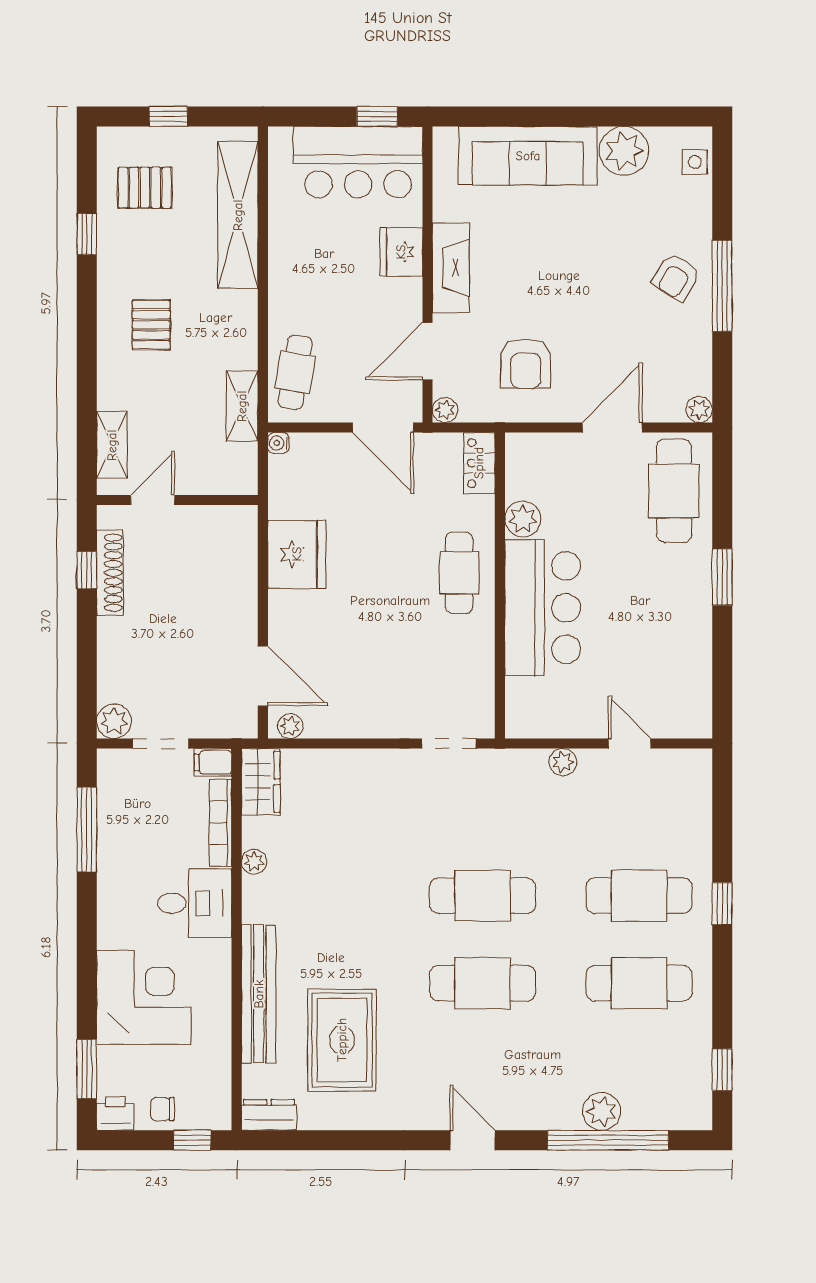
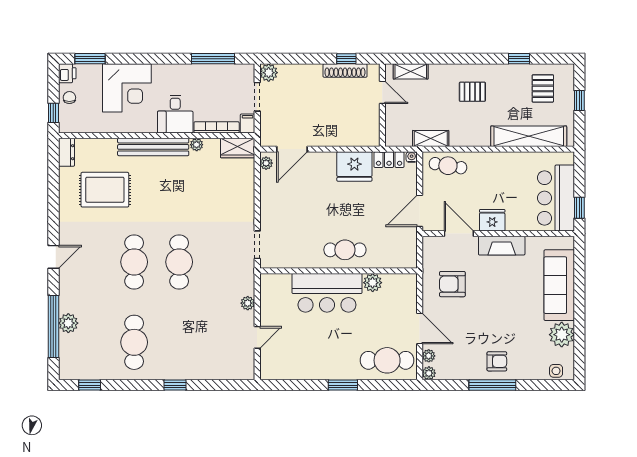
fridge: (401, 252) -> (492, 220), moved
armchair: (676, 277) -> (497, 361), turned 148
plant: (445, 410) -> (429, 356), moved
locker: (479, 463) -> (389, 160), moved, turned 180
cafe table: (639, 896) -> (179, 342), removed
bench: (259, 994) -> (153, 147), moved

